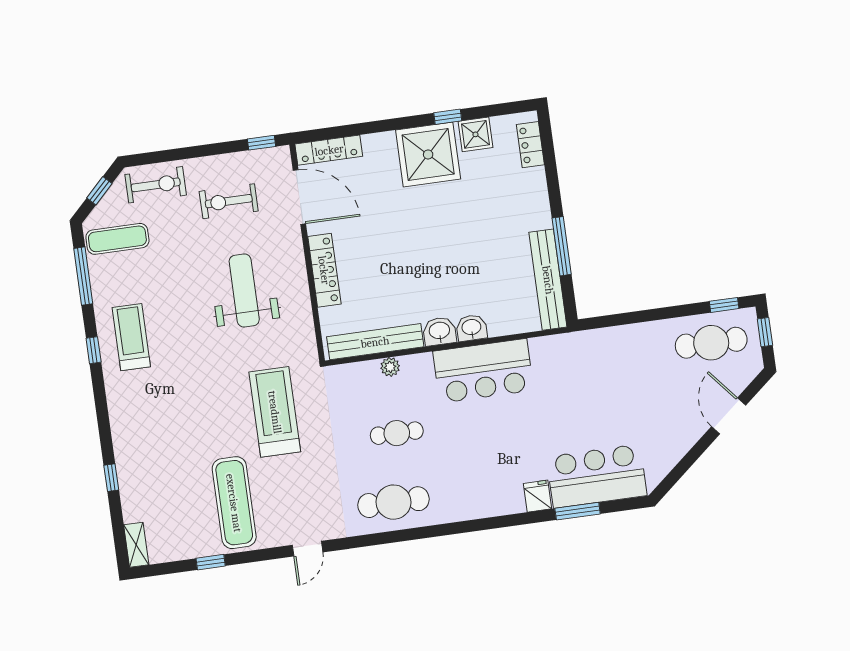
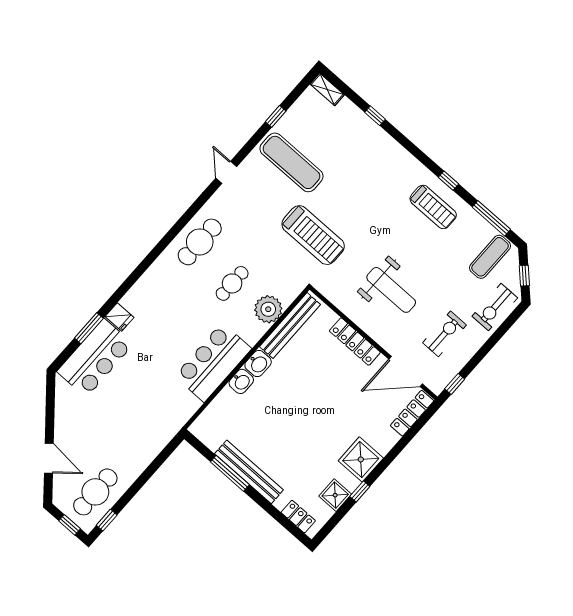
shower: (428, 155) -> (361, 459), width x0.73, depth x0.73
bench: (548, 280) -> (249, 472), moved
plant: (390, 367) -> (268, 309), width x1.87, depth x1.87

